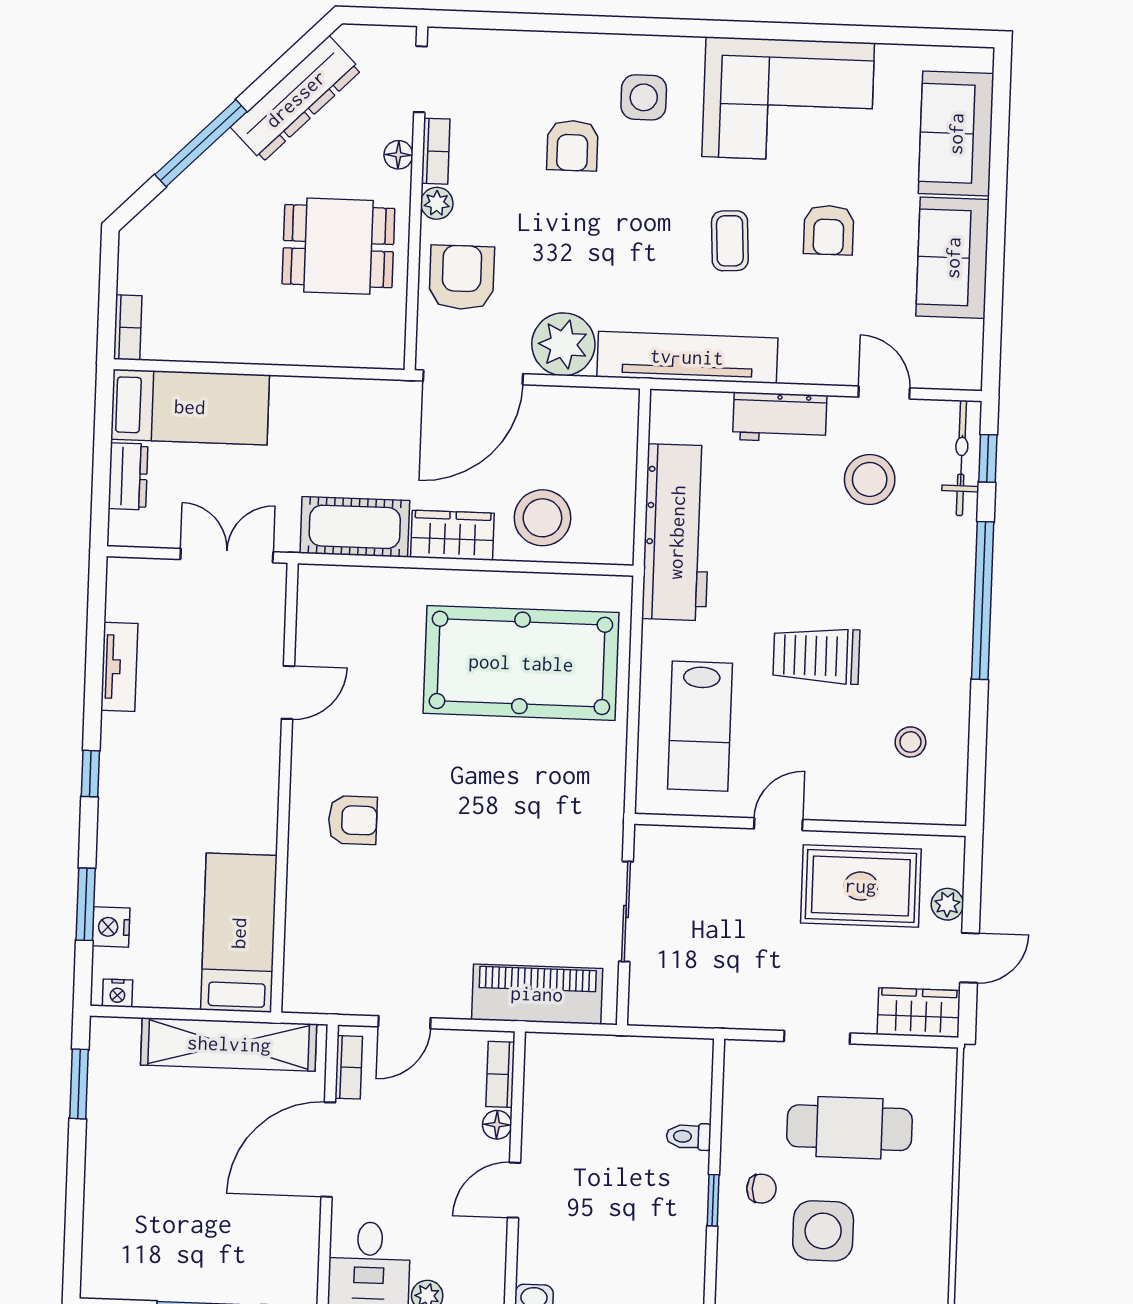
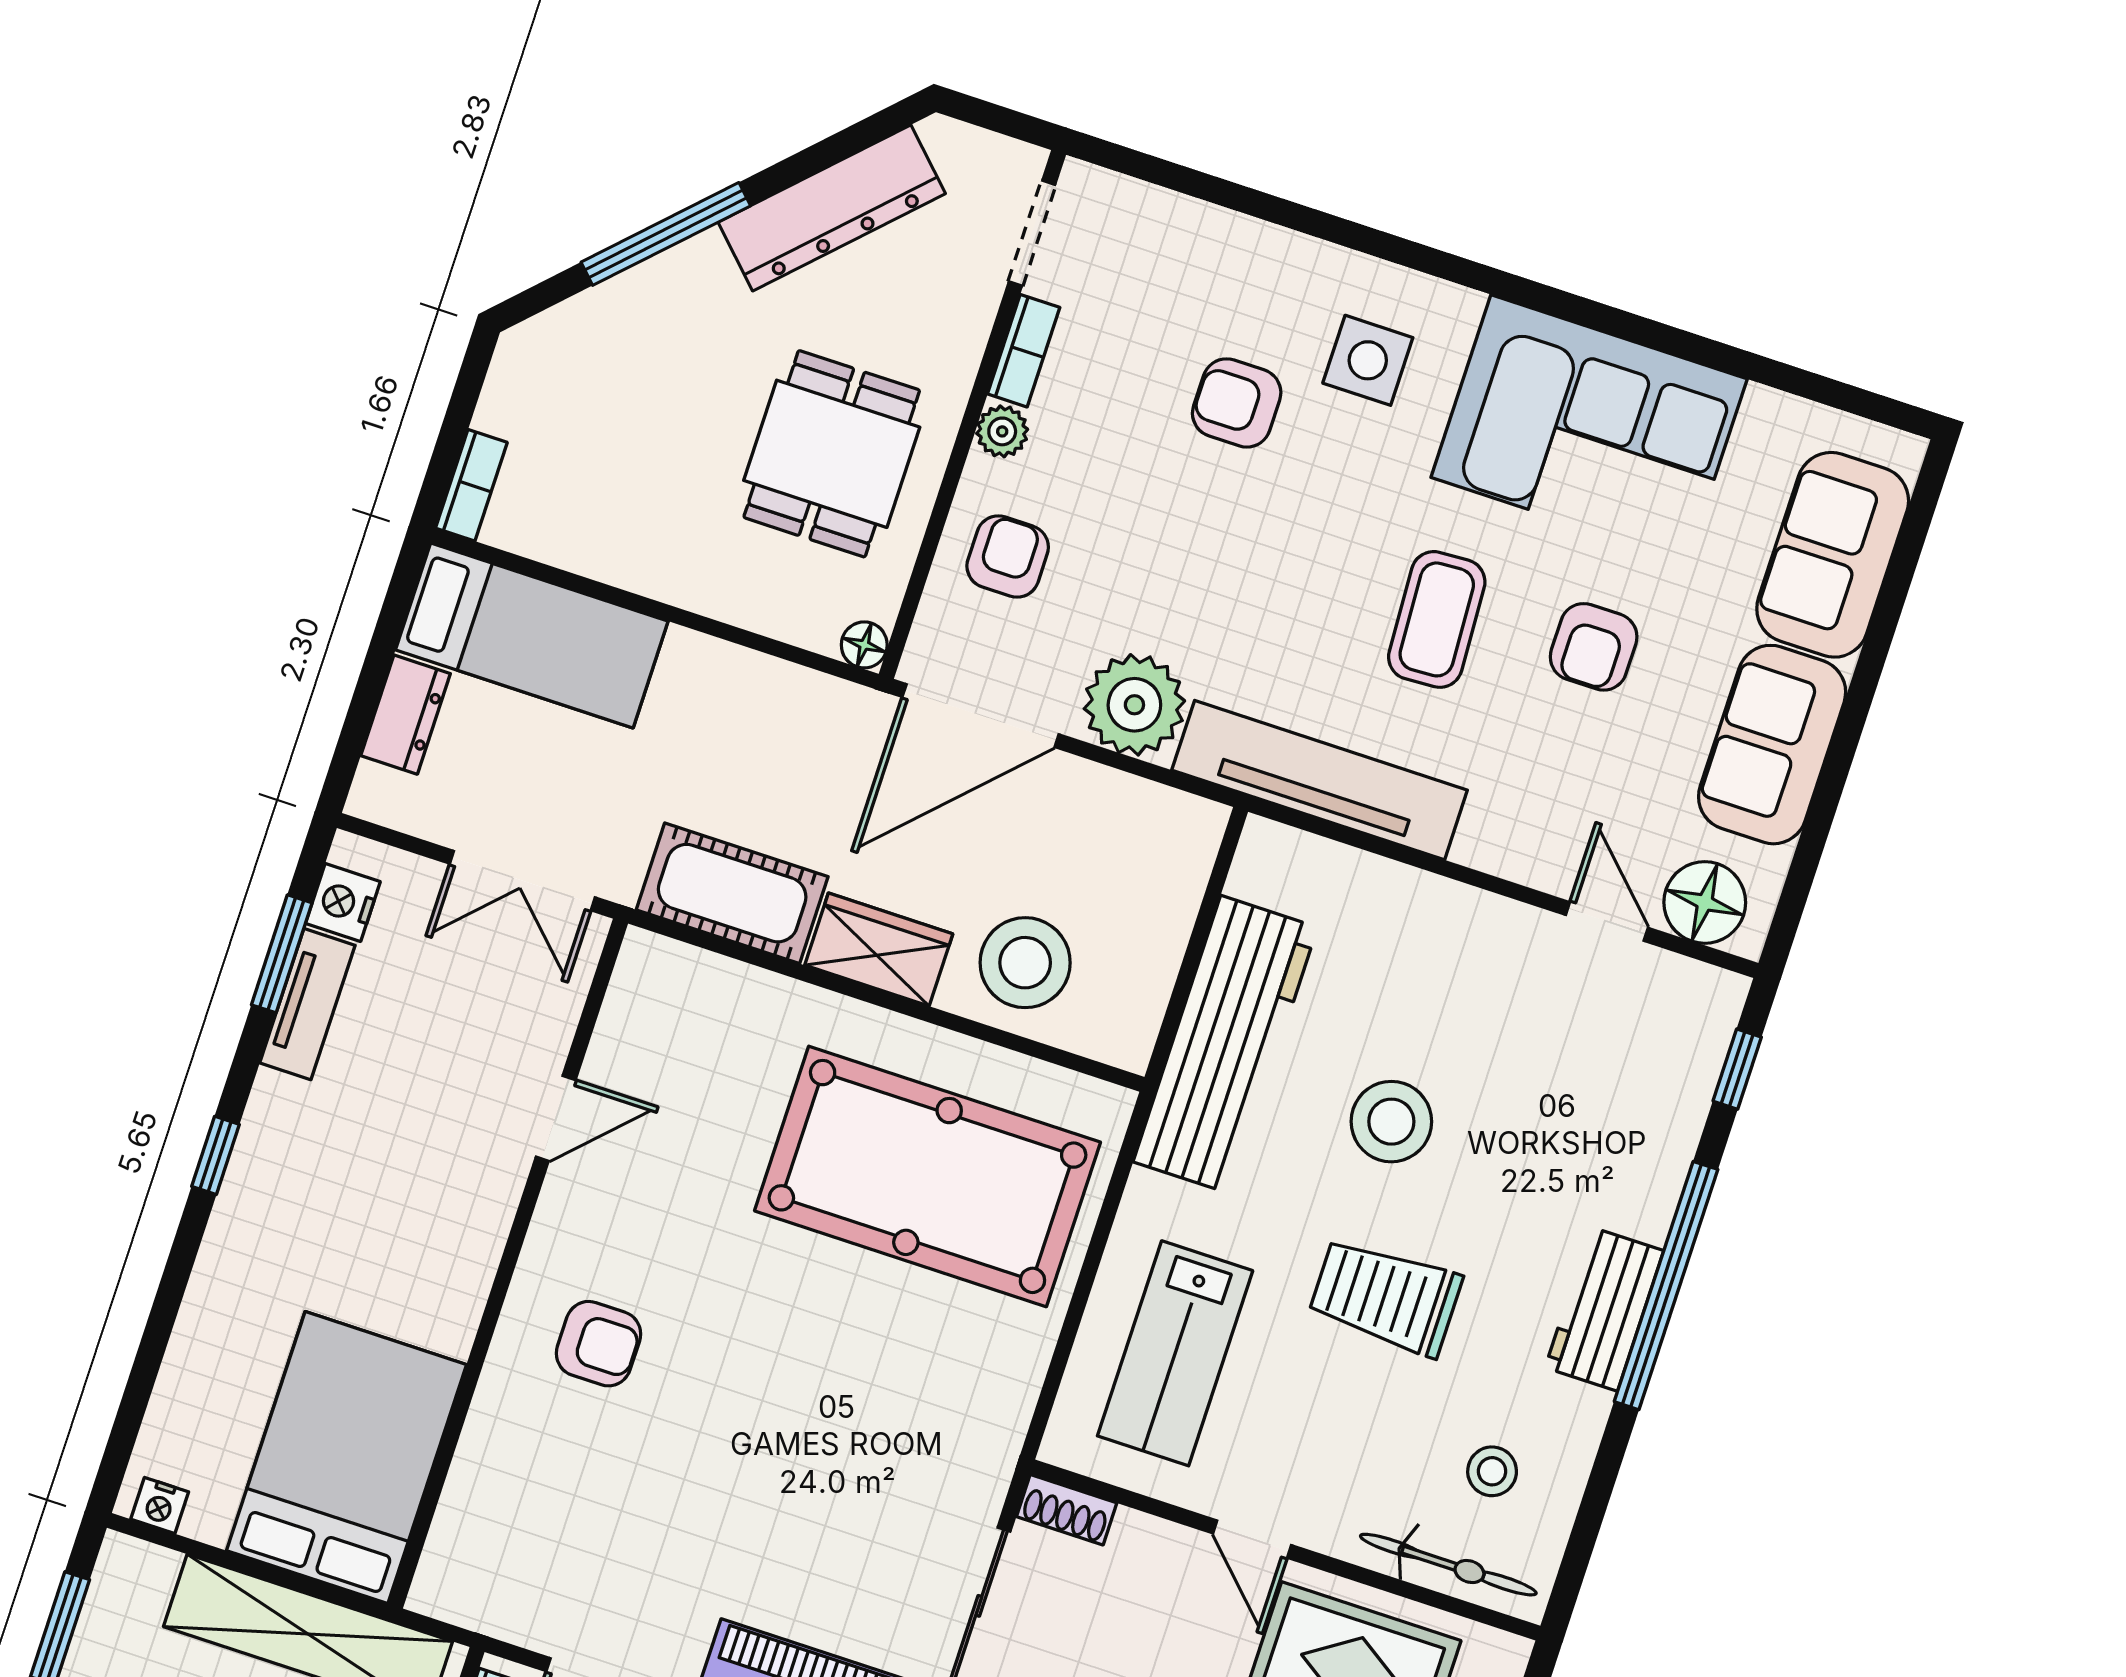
armchair: (572, 146) -> (1237, 403), turned 90
floor lamp: (398, 155) -> (864, 645), moved
coffee table: (730, 241) -> (1437, 619), width x1.36, depth x1.30
dining table: (338, 246) -> (832, 454), turned 90
armchair: (462, 277) -> (1008, 557), width x0.72, depth x0.72
floor lamp: (940, 364) -> (1705, 902), added
workbench: (780, 417) -> (1604, 1309), moved, turned 90
bicycle: (961, 458) -> (1448, 1565), moved, turned 90
stool: (870, 479) -> (1391, 1122), moved
double door: (227, 556) -> (522, 881), swing flipped
door: (778, 824) -> (1252, 1539), swing flipped
shoe rack: (662, 839) -> (1067, 1510), added
window: (86, 904) -> (282, 954), moved
nightstand: (111, 927) -> (343, 903), moved
bed: (239, 933) -> (346, 1458), width x1.50

